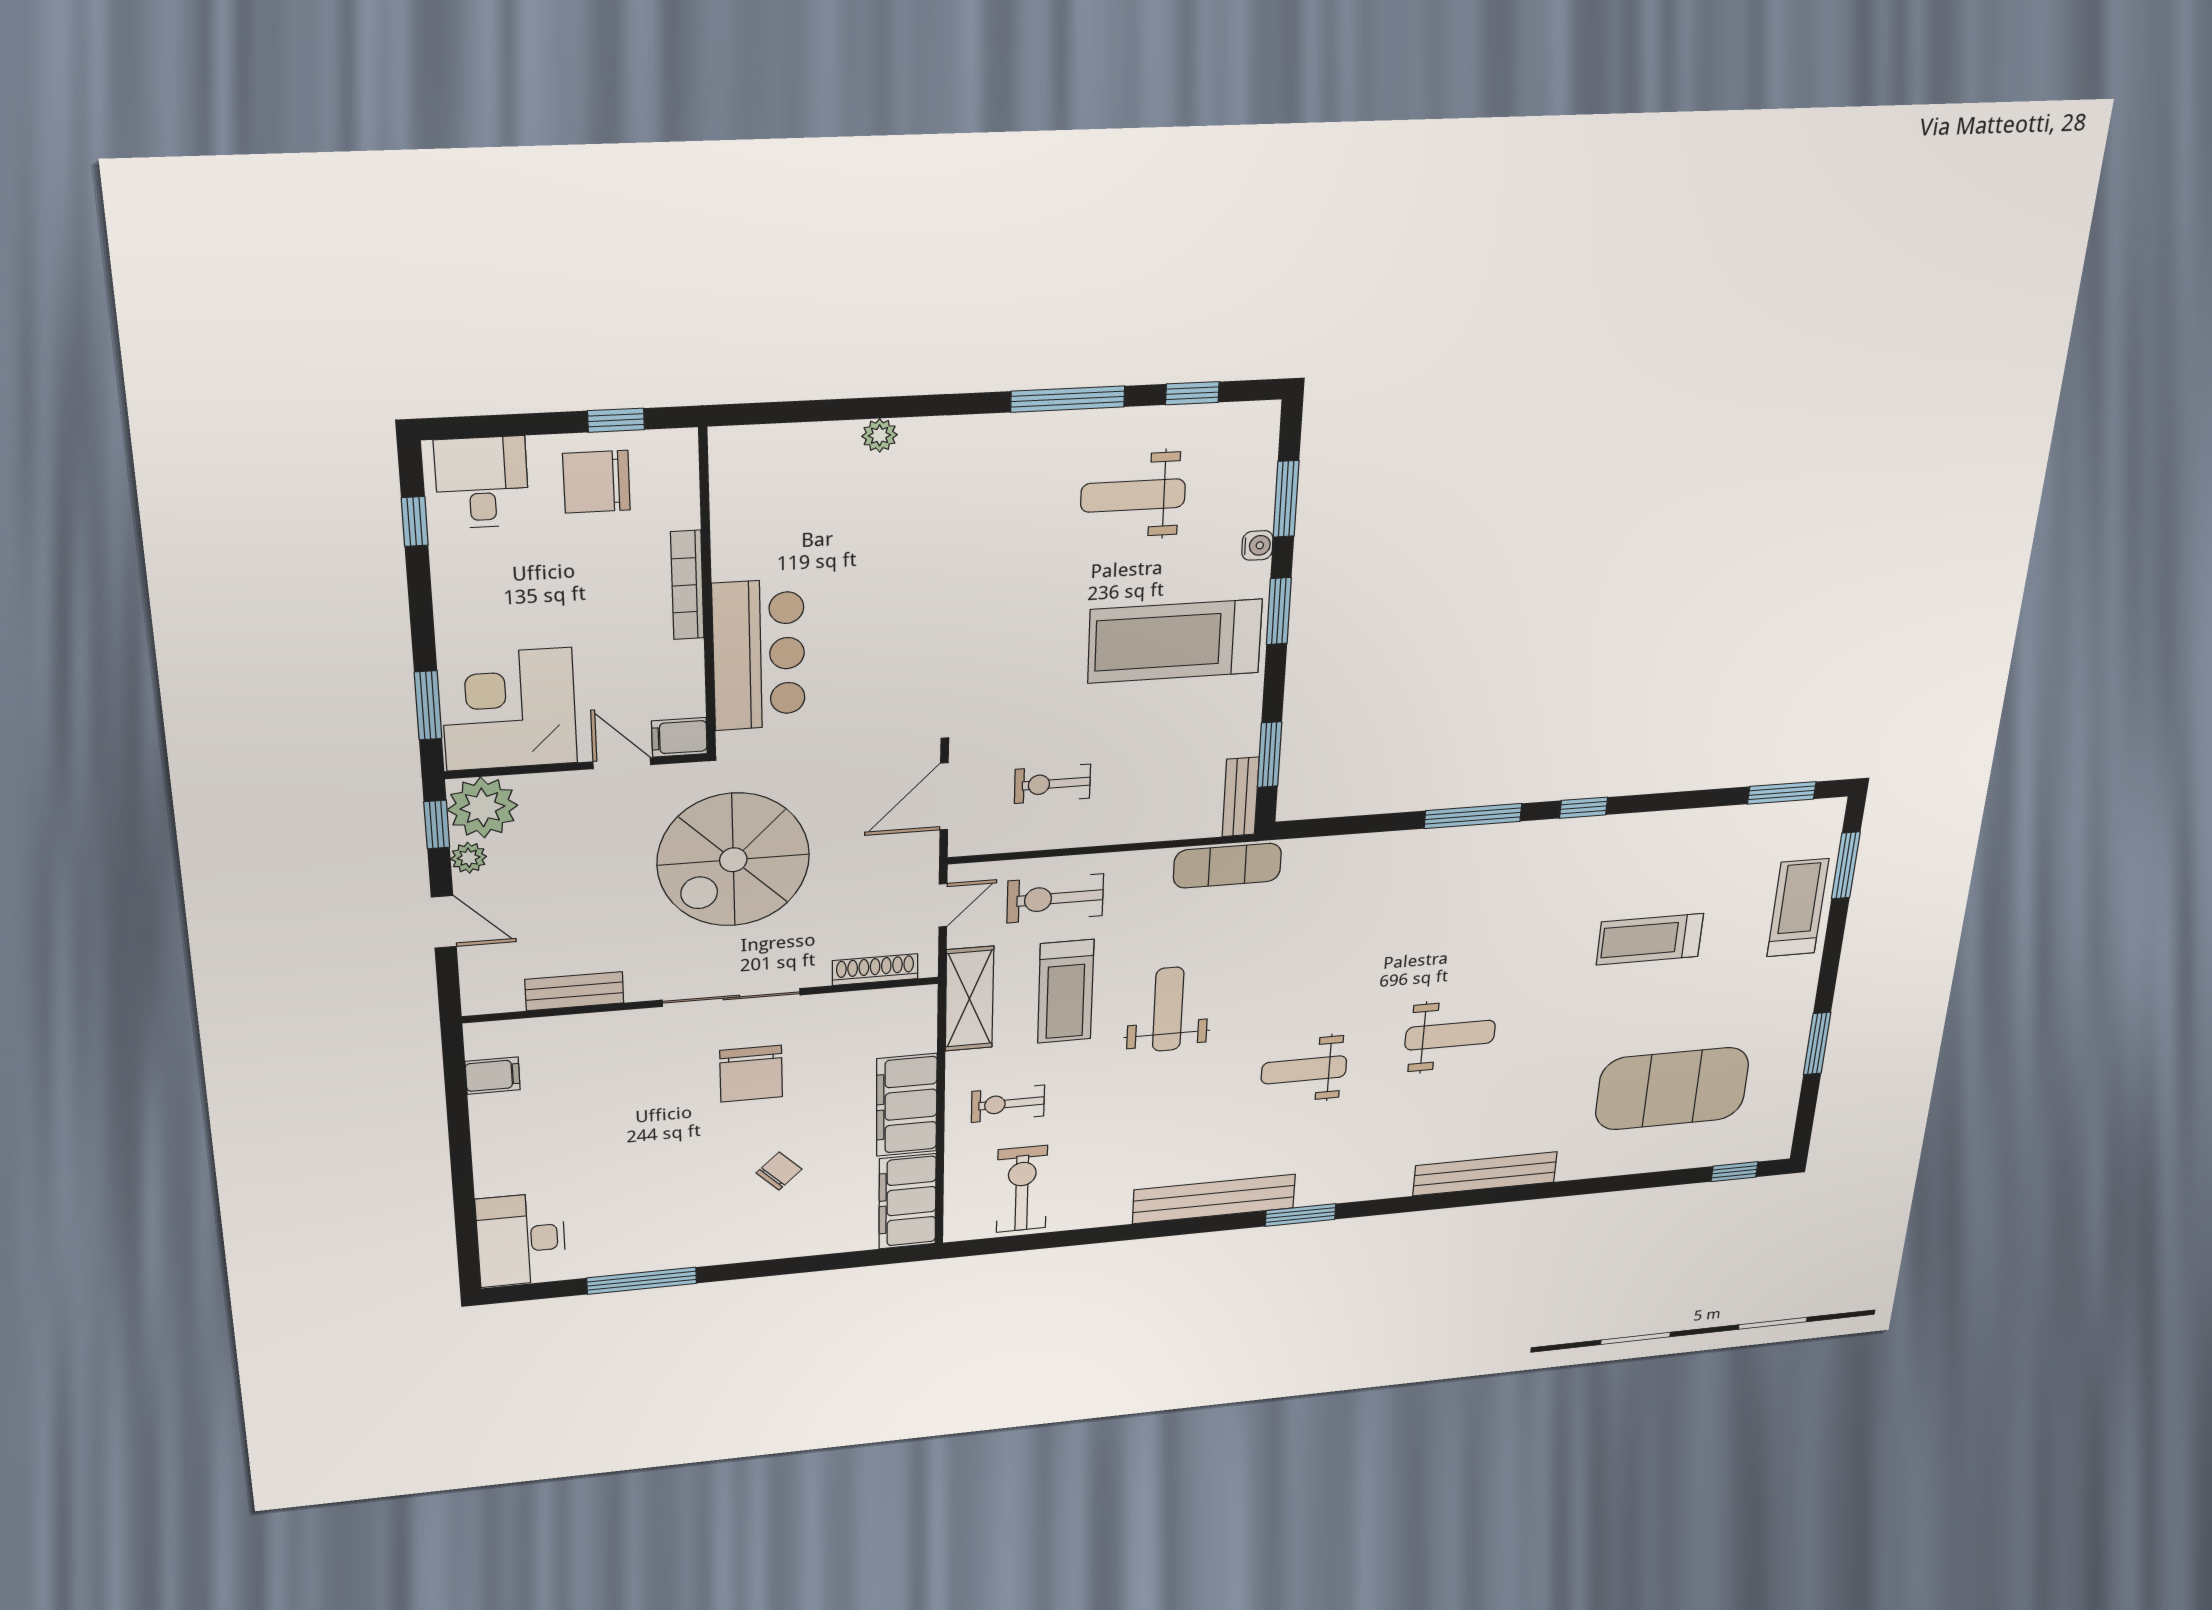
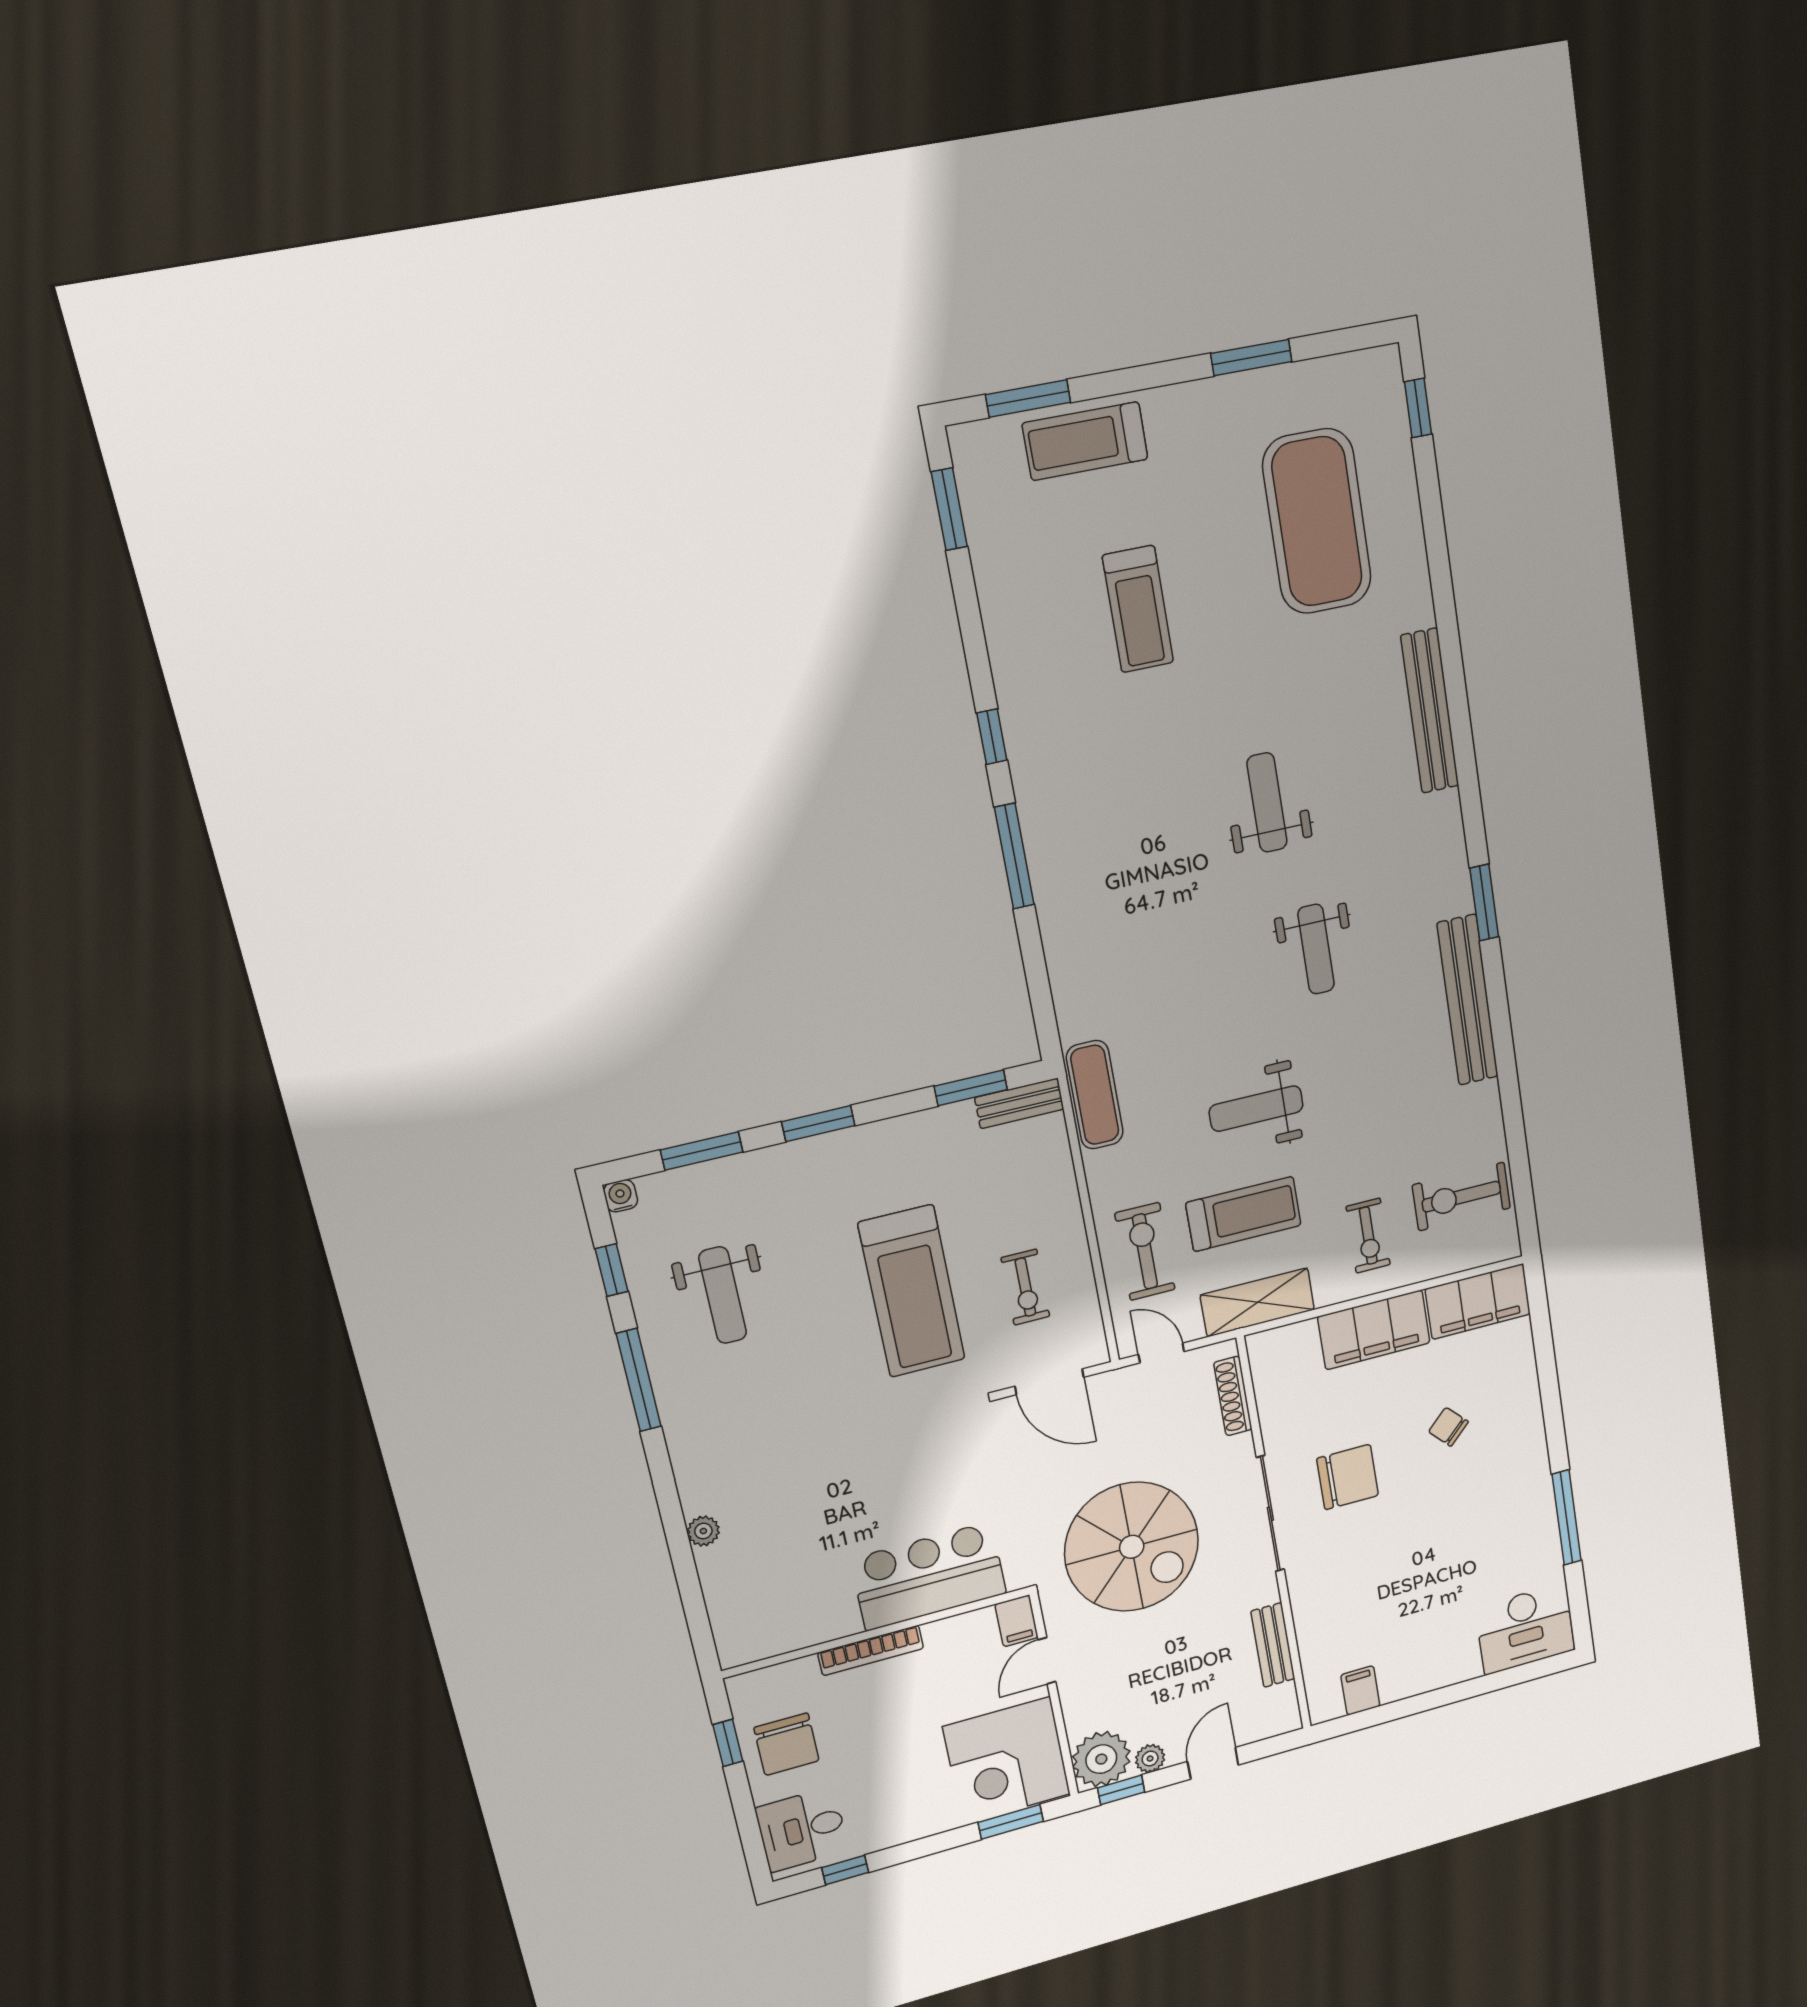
water cooler: (1257, 545) -> (621, 1196), moved
treadmill: (1175, 641) -> (912, 1291), moved
exercise bike: (1055, 898) -> (1145, 1251), turned 180

